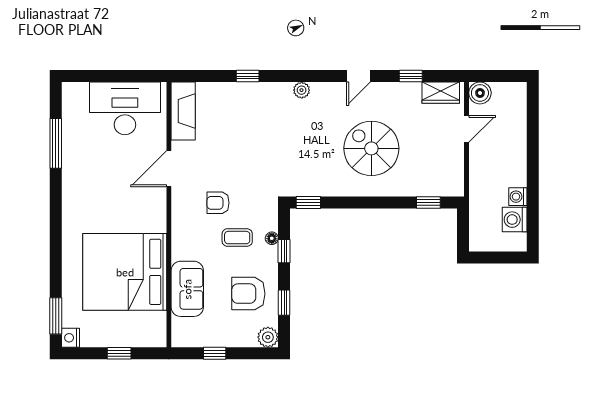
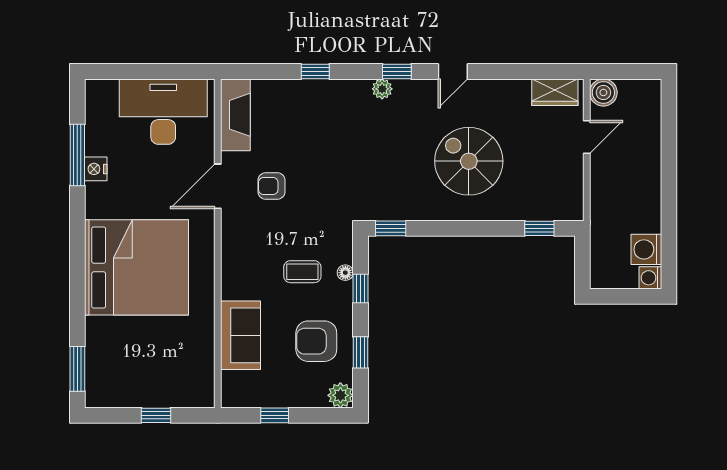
window: (411, 76) -> (397, 72), moved
washing machine: (518, 197) -> (650, 278), moved
armchair: (218, 203) -> (272, 186), moved
bed: (125, 272) -> (137, 267), moved, turned 180
nightstand: (71, 338) -> (96, 169), moved

